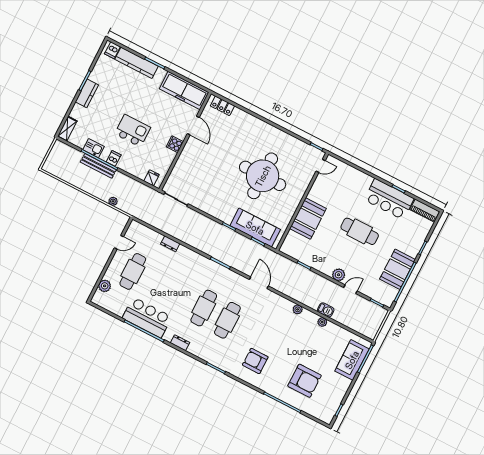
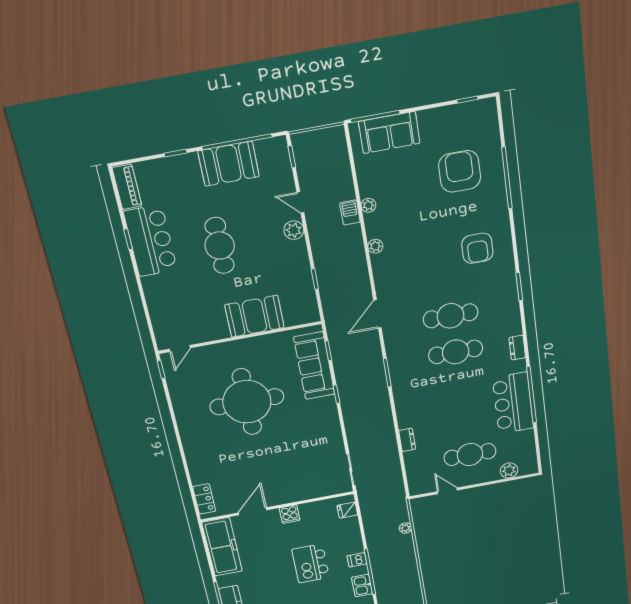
bench: (98, 166) -> (378, 568), removed
door: (321, 166) -> (180, 349), swing flipped

